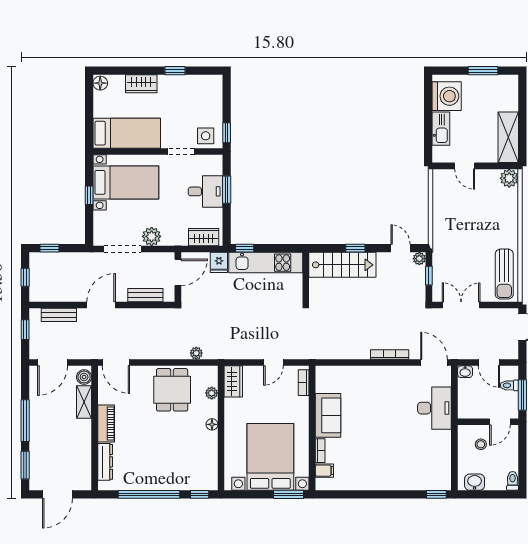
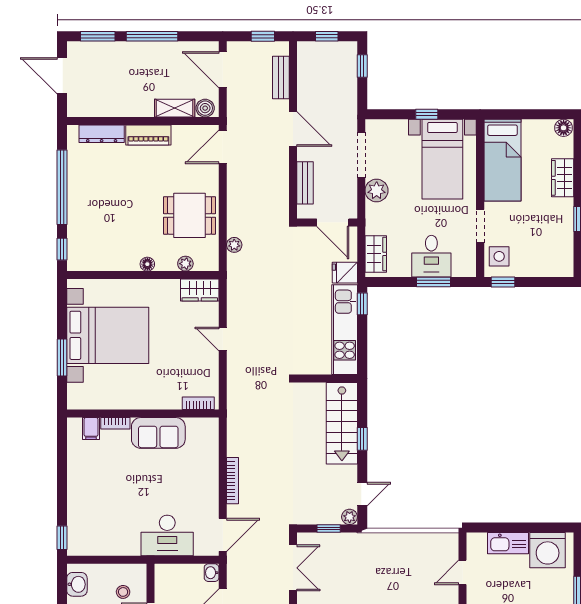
bookcase: (304, 383) -> (198, 403), moved
sofa: (328, 415) -> (158, 433), moved
wall: (312, 428) -> (143, 414), moved
bookcase: (320, 451) -> (115, 423), moved
filing cabinet: (324, 471) -> (91, 428), moved

